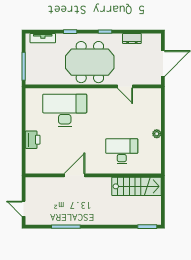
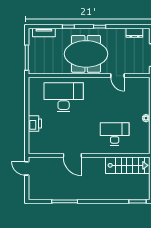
dresser: (132, 38) -> (134, 33), moved
door: (75, 175) -> (72, 155), swing flipped
door: (24, 209) -> (27, 168), moved

